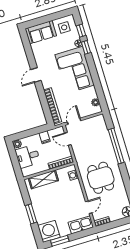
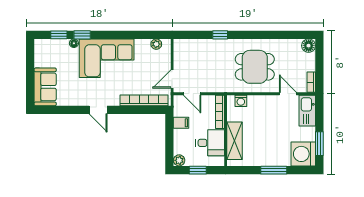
side table: (64, 27) -> (48, 55), removed
door: (74, 121) -> (172, 79), hinge flipped
door: (68, 139) -> (192, 94), hinge flipped
window: (116, 146) -> (220, 35), width x0.32
desk: (28, 156) -> (210, 143), moved, turned -90
window: (14, 159) -> (198, 170), added

